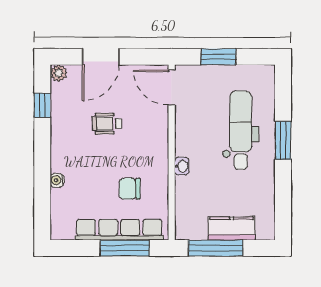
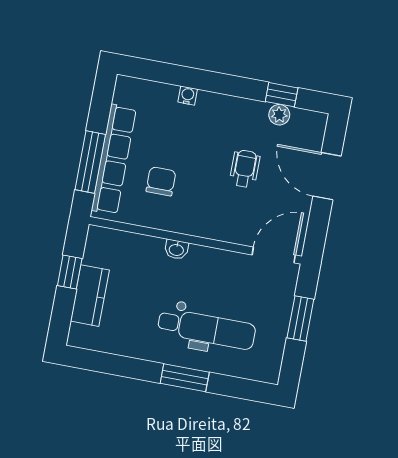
plant: (59, 73) -> (279, 115), moved
window: (216, 248) -> (70, 272), width x0.46

